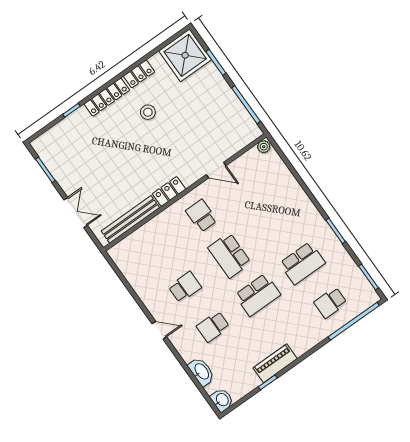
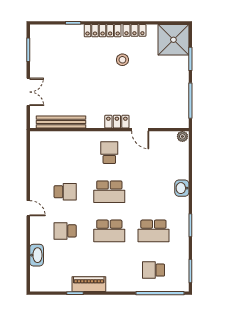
locker: (169, 191) -> (117, 122), moved
school desk: (230, 255) -> (109, 192), turned -90
washbasin: (222, 400) -> (182, 188), moved, turned 180

